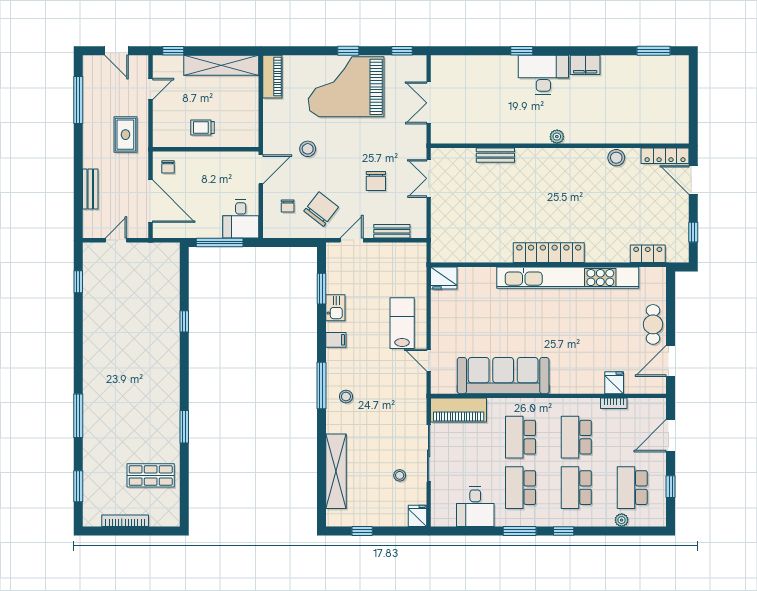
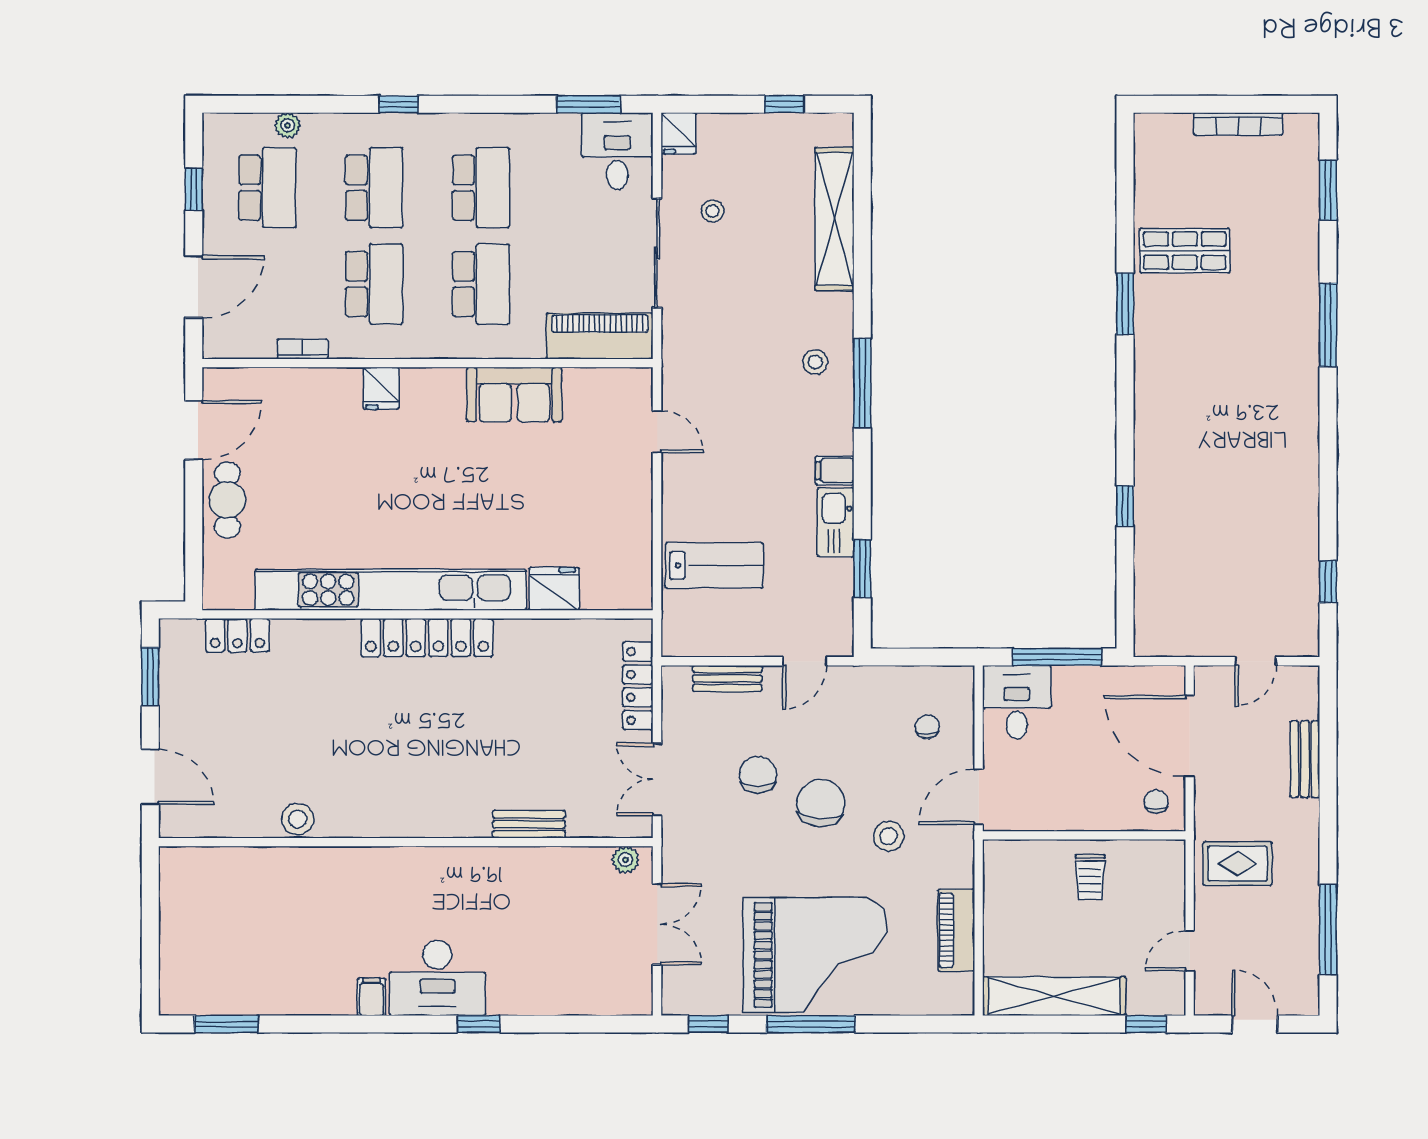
window: (348, 51) -> (811, 1024), width x2.17
filing cabinet: (585, 65) -> (371, 997), width x0.50
piano: (272, 77) -> (956, 930), moved
trolley: (202, 127) -> (1090, 877), turned 90
rug: (125, 135) -> (1238, 864), turned 90
plant: (557, 137) -> (625, 860), moved
locker: (665, 156) -> (638, 686), moved, turned -90
double door: (429, 178) -> (657, 779), swing flipped
chair: (321, 209) -> (821, 803), moved, turned 146
window: (693, 232) -> (150, 677), width x1.50
fridge: (444, 278) -> (554, 589), moved
kitchen sink: (335, 308) -> (836, 522), width x1.38
lab bench: (402, 323) -> (714, 565), moved, turned -90
sofa: (503, 376) -> (514, 395), width x0.54, depth x0.79
fridge: (614, 383) -> (381, 388), moved
shop shelf: (151, 475) -> (1185, 251), moved
desk: (475, 507) -> (617, 151), moved
window: (520, 531) -> (589, 104), moved

